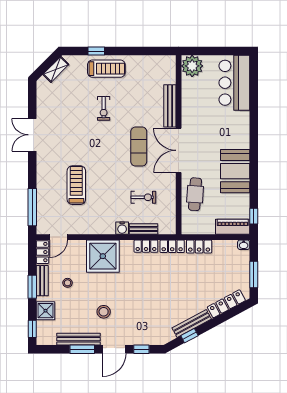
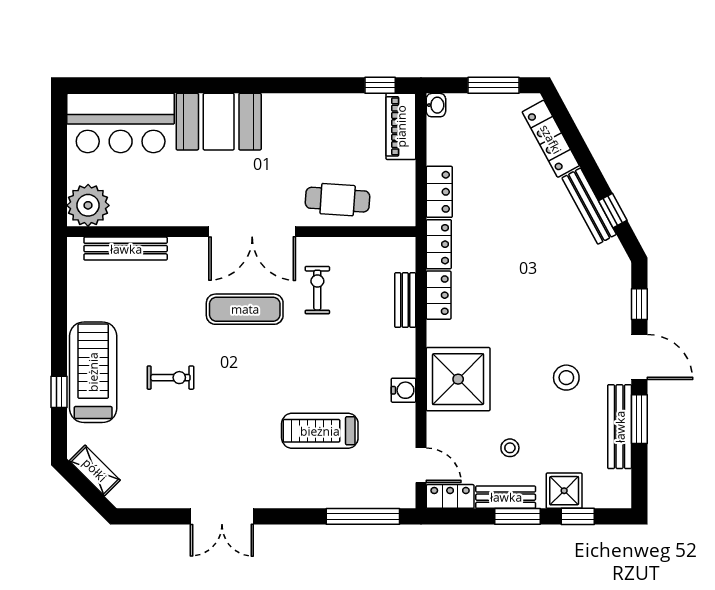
treadmill: (106, 69) -> (93, 372), width x1.37, depth x1.38
bench: (170, 106) -> (126, 249), moved
booth: (235, 171) -> (219, 122), moved
exercise bike: (143, 197) -> (317, 290), moved
water cooler: (122, 228) -> (404, 390), moved
window: (32, 329) -> (578, 516), moved

